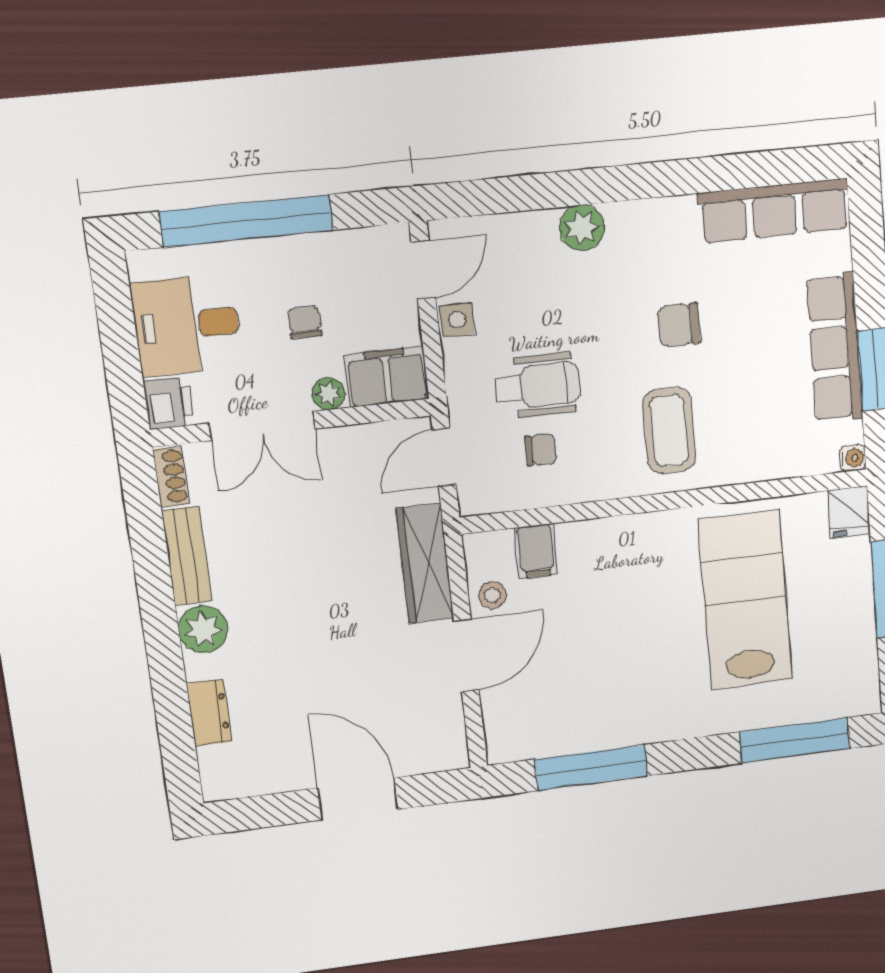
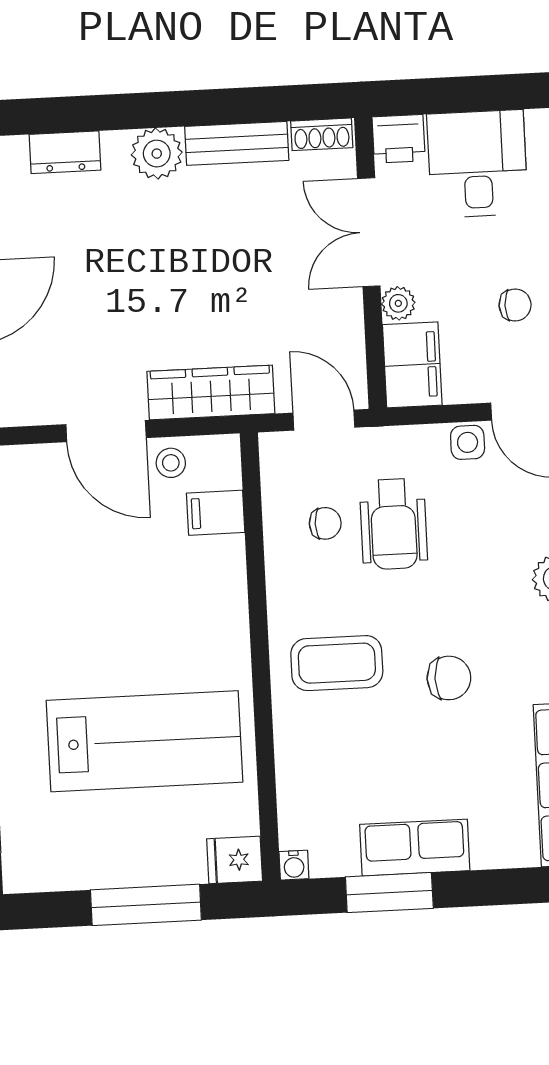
chair: (305, 322) -> (515, 305), moved
chair: (679, 325) -> (449, 678), turned 90
row of seats: (835, 348) -> (415, 848), width x0.68
chair: (541, 450) -> (325, 523), turned -90

